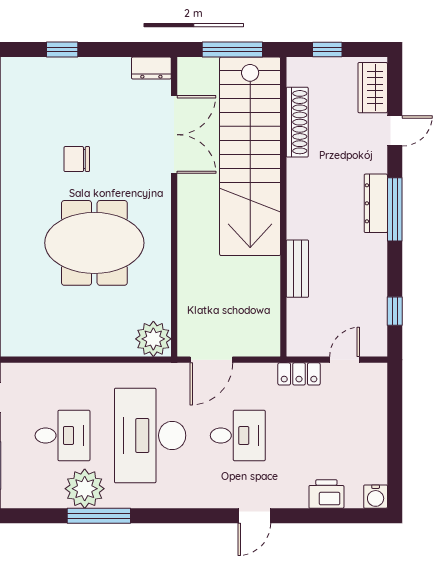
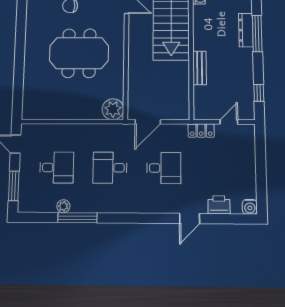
desk: (150, 435) -> (110, 168), width x0.53, depth x0.77
plant: (85, 489) -> (63, 206), width x0.53, depth x0.53
door: (254, 516) -> (190, 219), moved

